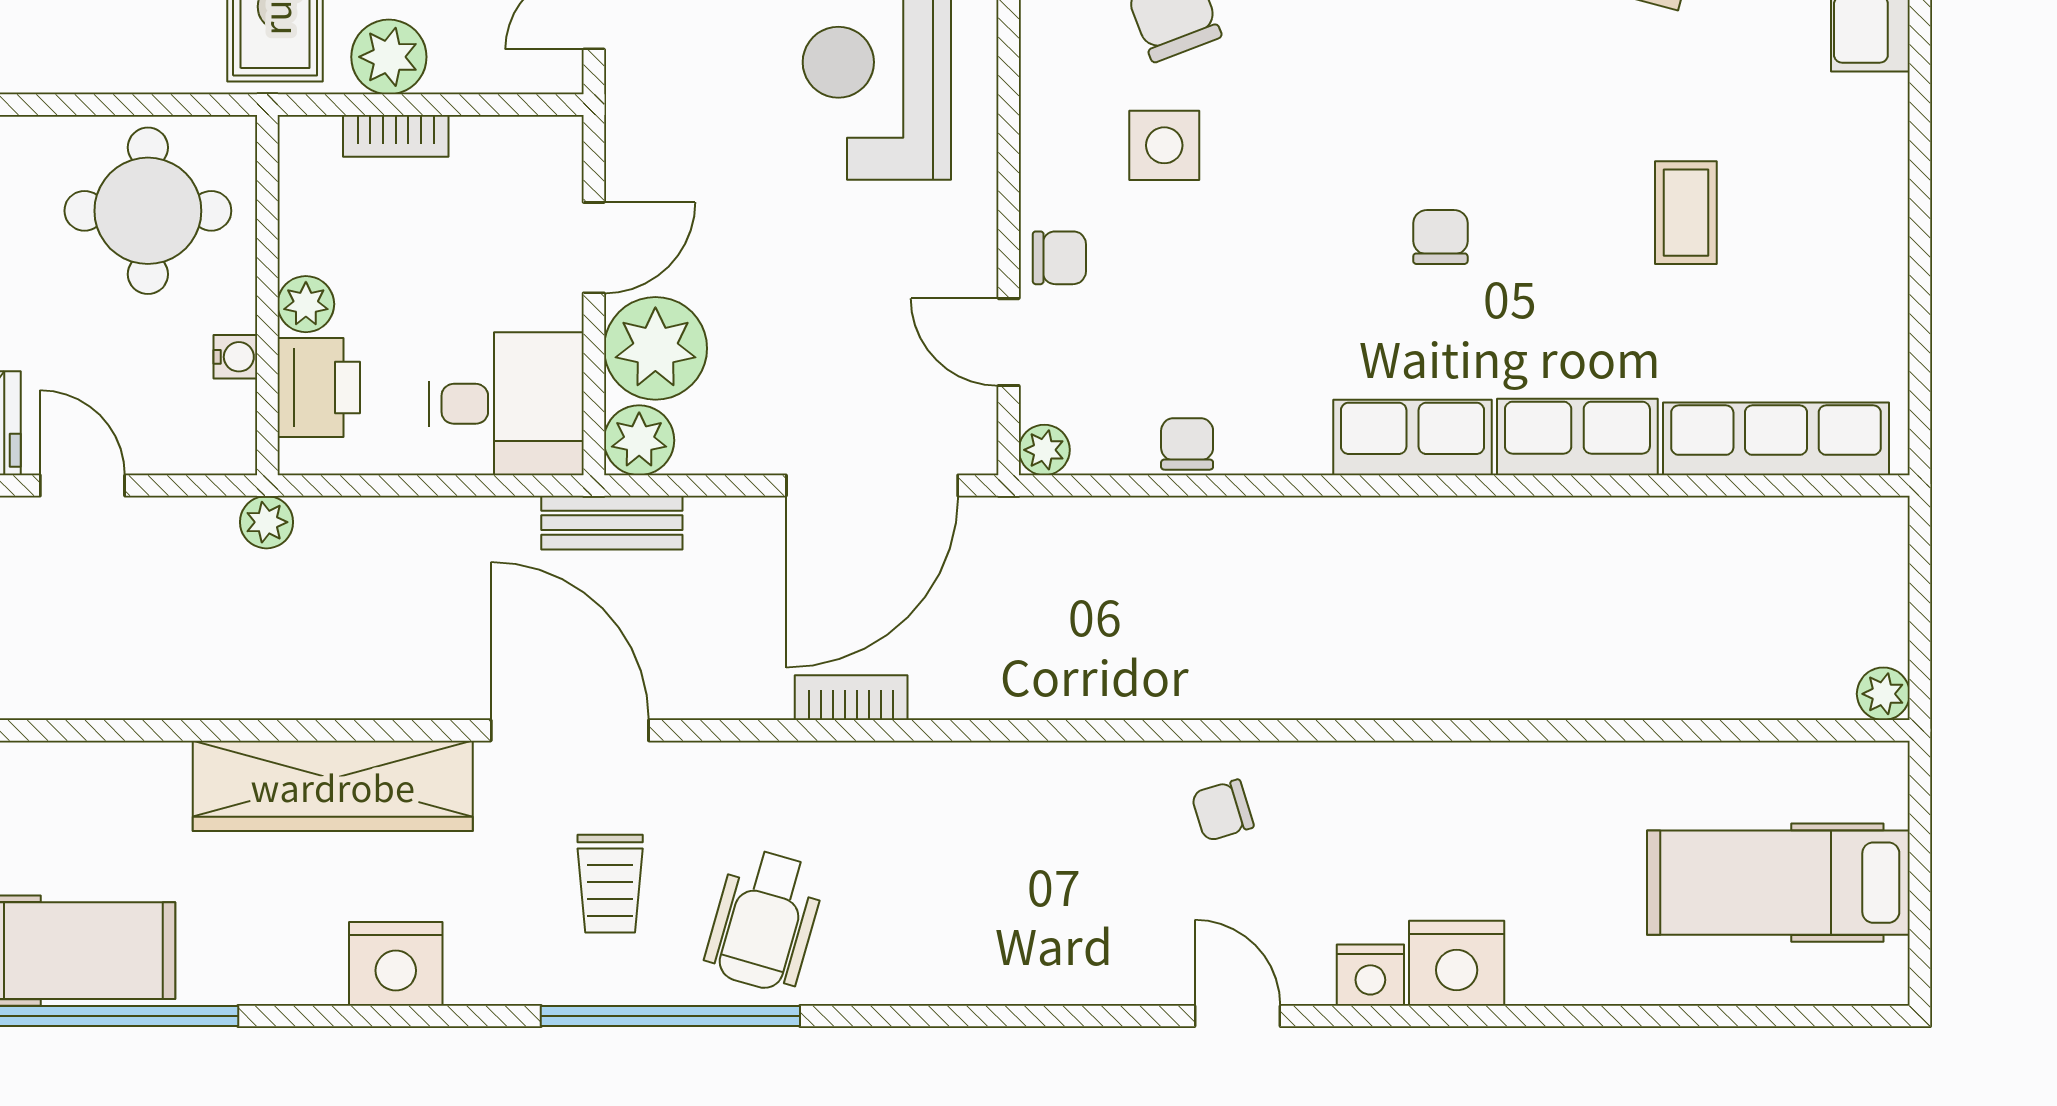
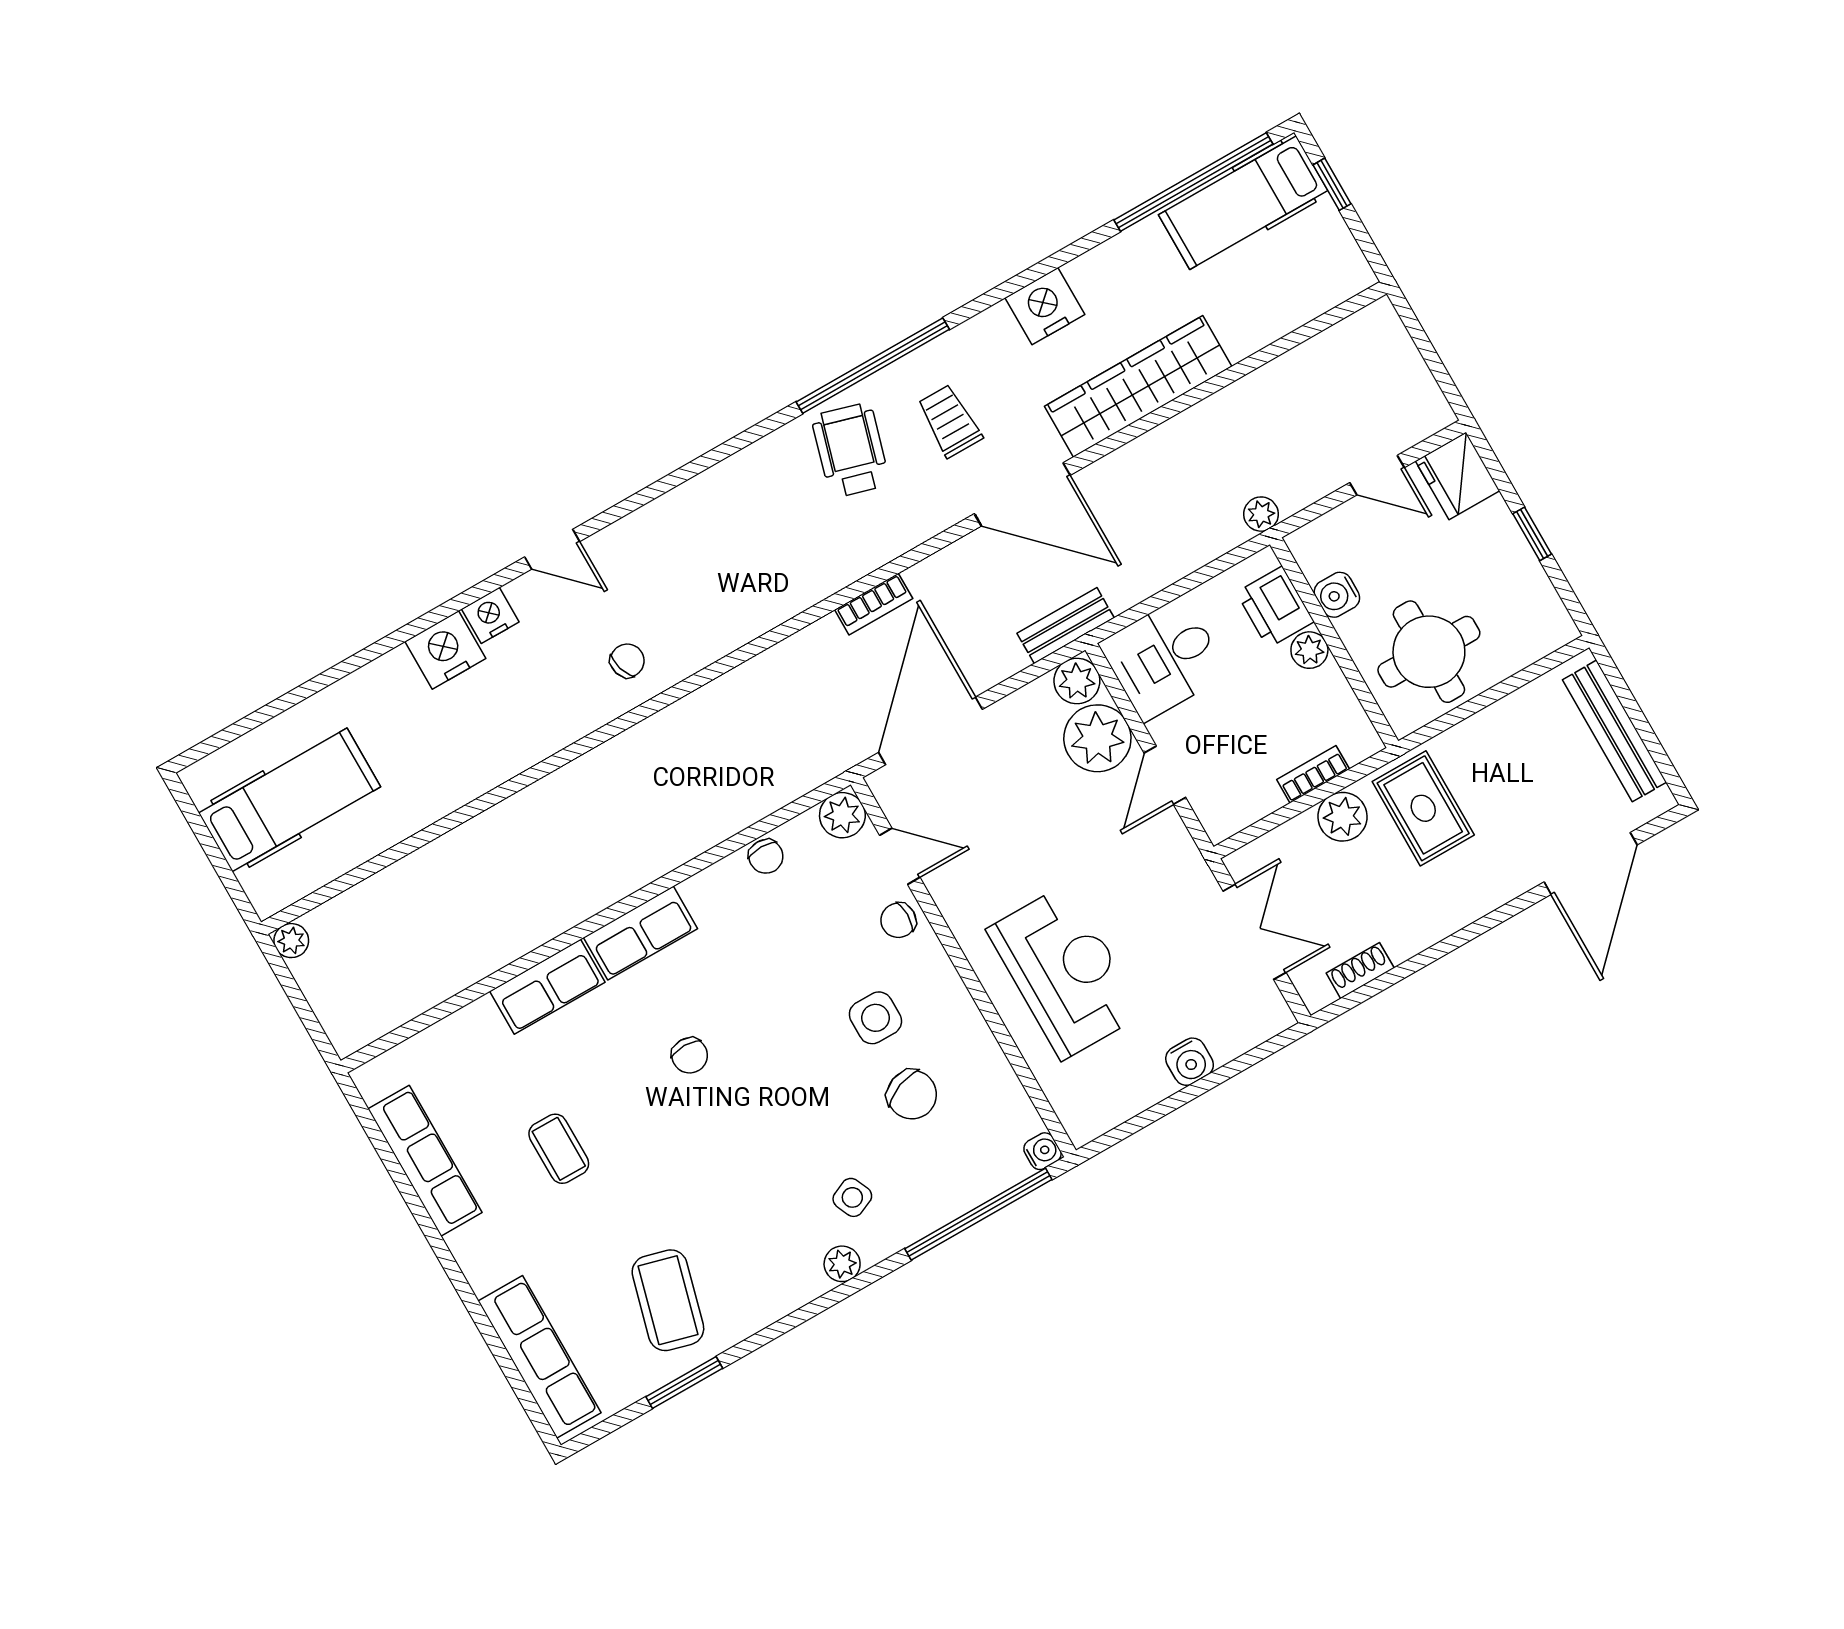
water cooler: (235, 357) -> (1337, 595), width x1.38, depth x1.38
row of seats: (1776, 439) -> (425, 1161), moved, turned -90
plant: (1044, 450) -> (842, 815), width x1.38, depth x1.38

